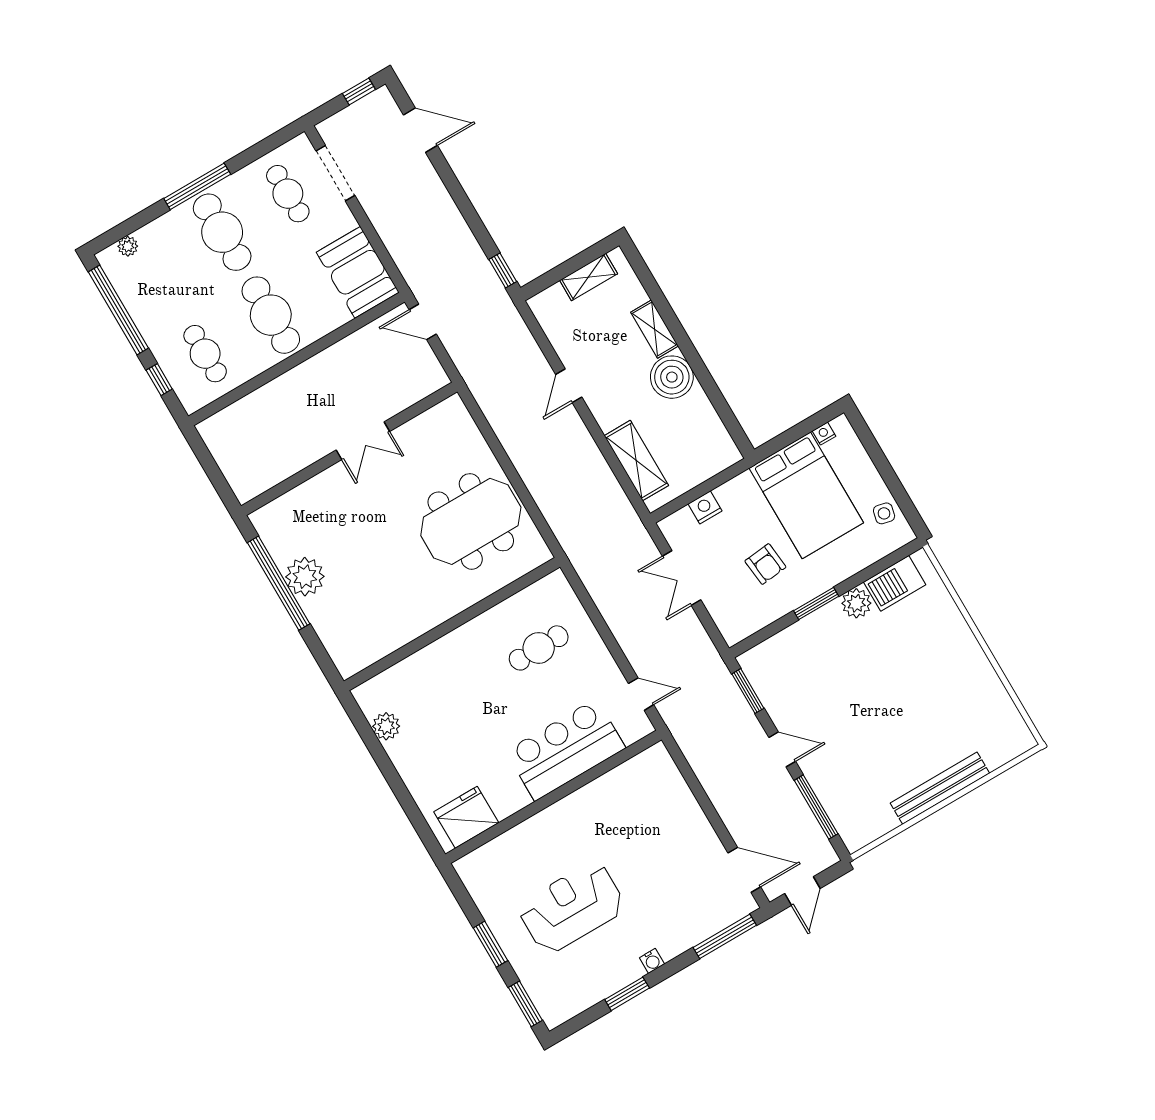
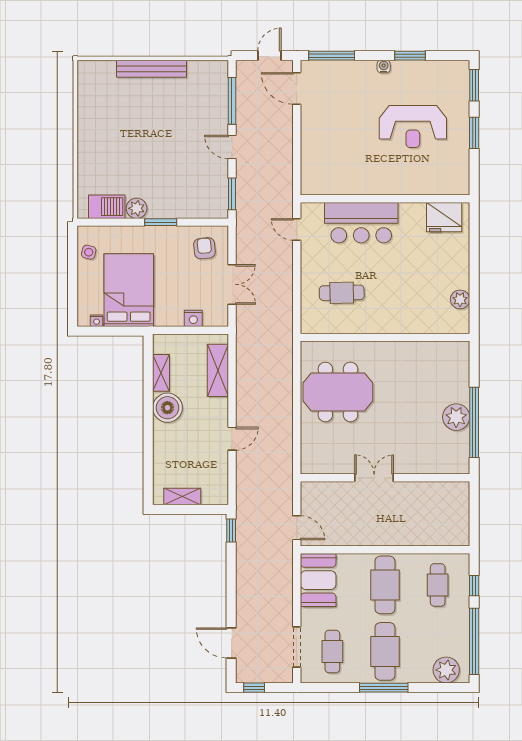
plant: (128, 246) -> (446, 670), width x1.88, depth x1.88
shelving: (654, 329) -> (161, 373), moved
armchair: (765, 564) -> (204, 248), moved

